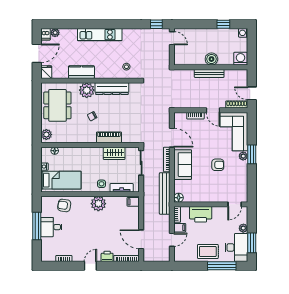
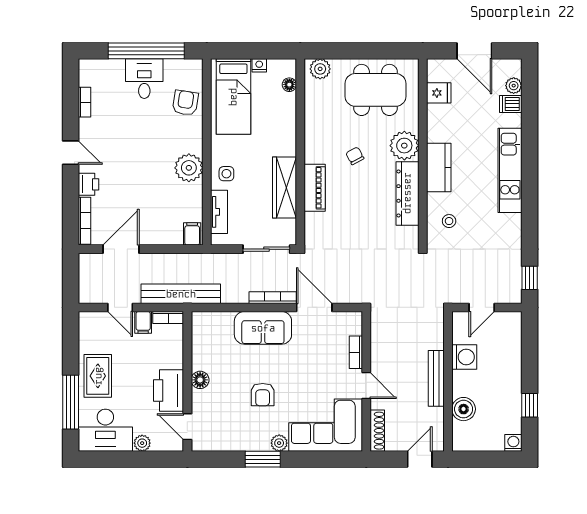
dishwasher: (45, 34) -> (511, 104), moved
door: (172, 38) -> (482, 307), moved
boiler: (211, 59) -> (464, 409), moved
washing machine: (240, 59) -> (464, 357), moved
fridge: (46, 72) -> (439, 93), moved
kitchen counter: (81, 72) -> (439, 168), moved
door: (252, 93) -> (420, 459), moved
door: (213, 110) -> (366, 385), swing flipped
door: (172, 138) -> (314, 307), swing flipped
wardrobe: (114, 153) -> (284, 188), width x1.50
window: (252, 154) -> (263, 459), moved
bench: (165, 193) -> (181, 294), moved
floor lamp: (179, 198) -> (200, 380), moved
printer: (201, 214) -> (169, 390), moved
window: (37, 226) -> (146, 51), width x1.46
window: (252, 243) -> (114, 459), removed

